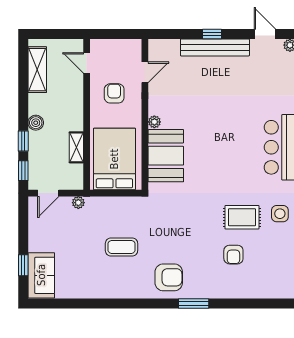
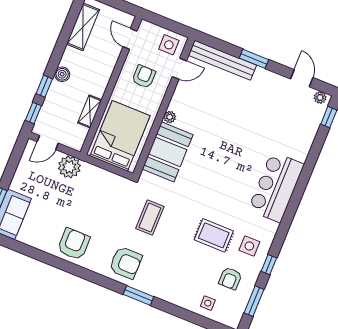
window: (212, 34) -> (254, 59), width x1.50
bench: (215, 47) -> (222, 60), moved
side table: (126, 54) -> (169, 45), added
plant: (78, 203) -> (69, 167), width x1.87, depth x1.87
coffee table: (122, 247) -> (150, 218), moved, turned 90
armchair: (233, 255) -> (230, 278), moved
armchair: (112, 280) -> (74, 244), added
side table: (262, 284) -> (208, 303), added

